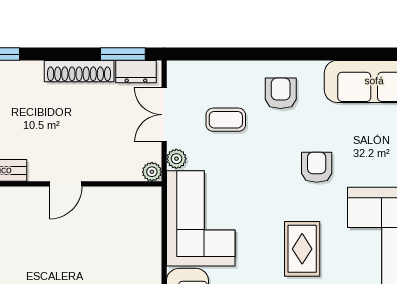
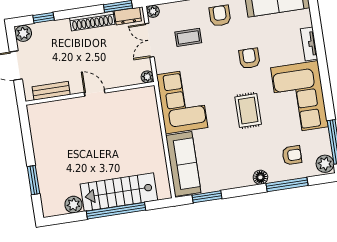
plant: (176, 159) -> (153, 11), moved
door: (66, 184) -> (95, 93), swing flipped

